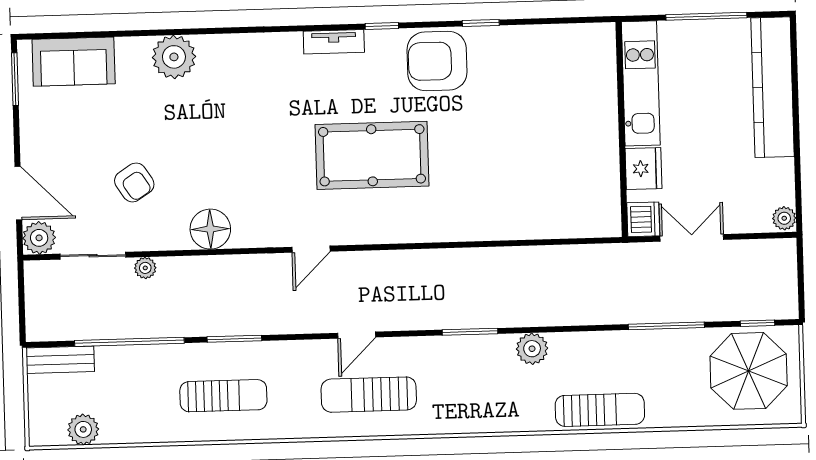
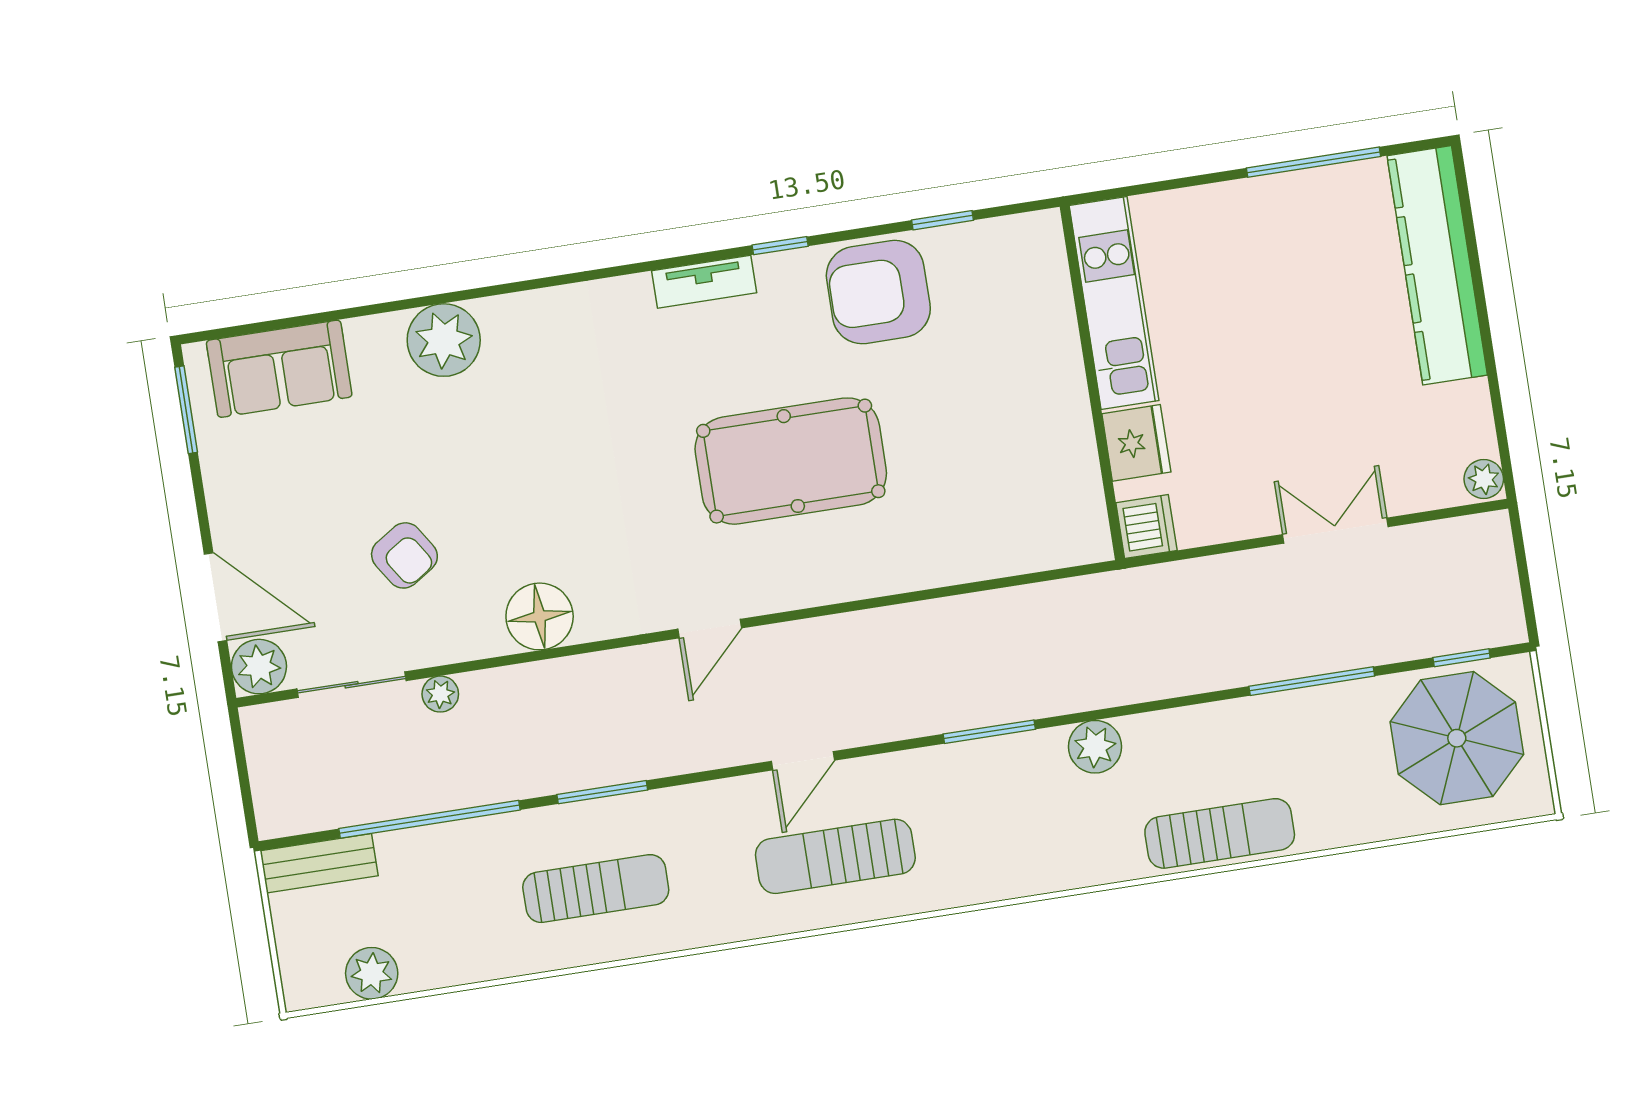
kitchen unit: (641, 83) -> (1114, 303), moved
wall: (622, 129) -> (1092, 383), moved
fridge: (644, 169) -> (1136, 443), moved
dishwasher: (643, 219) -> (1146, 527), moved

